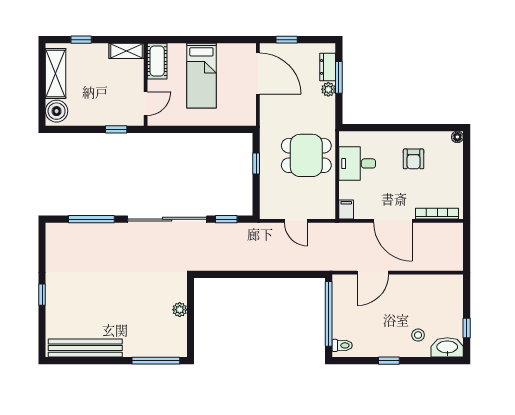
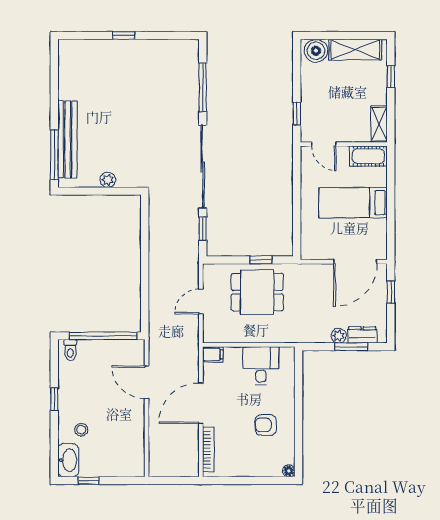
dining table: (306, 155) -> (257, 292), moved, turned 90
bench: (85, 348) -> (68, 140), moved

